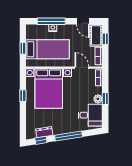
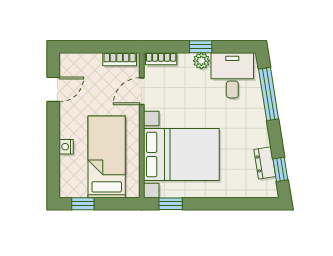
window: (51, 21) -> (53, 150), removed
cot: (96, 35) -> (80, 64), removed
window: (105, 39) -> (87, 47), removed
window: (23, 48) -> (83, 204), moved
window: (23, 96) -> (171, 204), moved
window: (69, 136) -> (269, 94), moved

